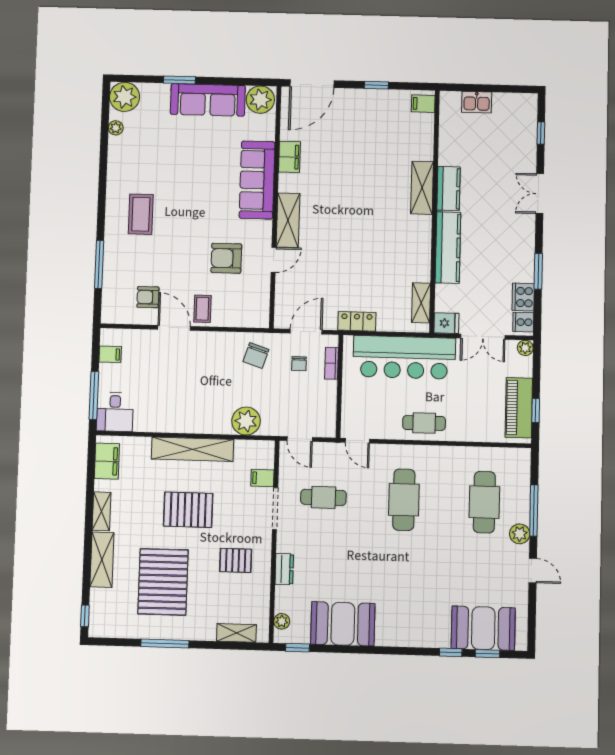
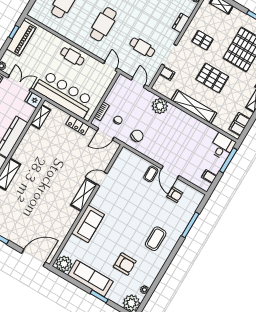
filing cabinet: (289, 157) -> (65, 226), removed
sofa: (257, 180) -> (88, 224), width x0.73
armchair: (226, 258) -> (125, 264), moved

